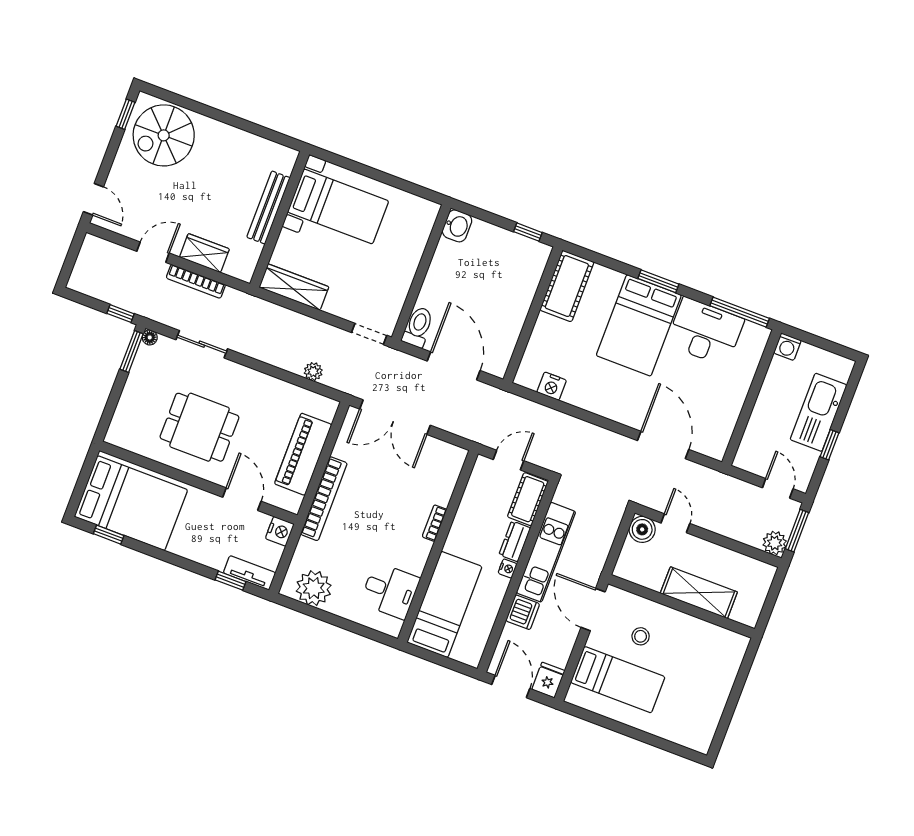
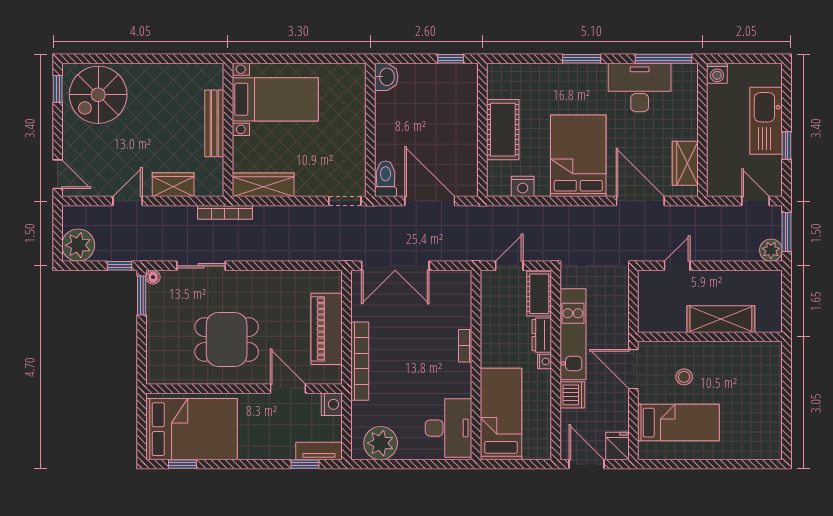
bookcase: (196, 281) -> (225, 212), moved
cot: (567, 286) -> (503, 130), moved
bed: (639, 325) -> (578, 156), moved, turned 180
plant: (313, 372) -> (78, 245), moved, width x1.88, depth x1.88
wardrobe: (722, 424) -> (685, 163), added
door: (675, 523) -> (677, 266), hinge flipped
boiler: (642, 529) -> (650, 282), removed
desk: (390, 591) -> (449, 428), width x1.37

